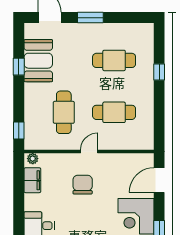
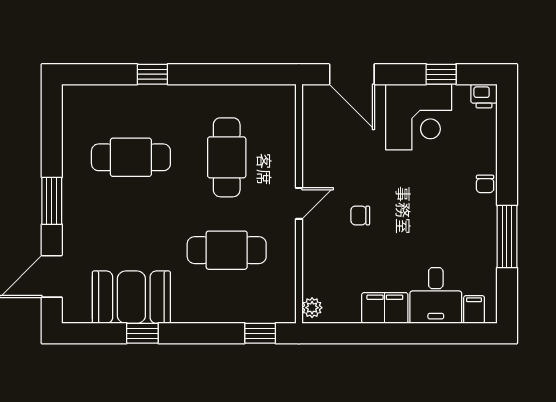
cafe table: (114, 60) -> (131, 157), turned 90
door: (89, 152) -> (299, 203), swing flipped
filing cabinet: (32, 180) -> (385, 308), moved
chair: (83, 185) -> (360, 215), width x0.54, depth x0.54

